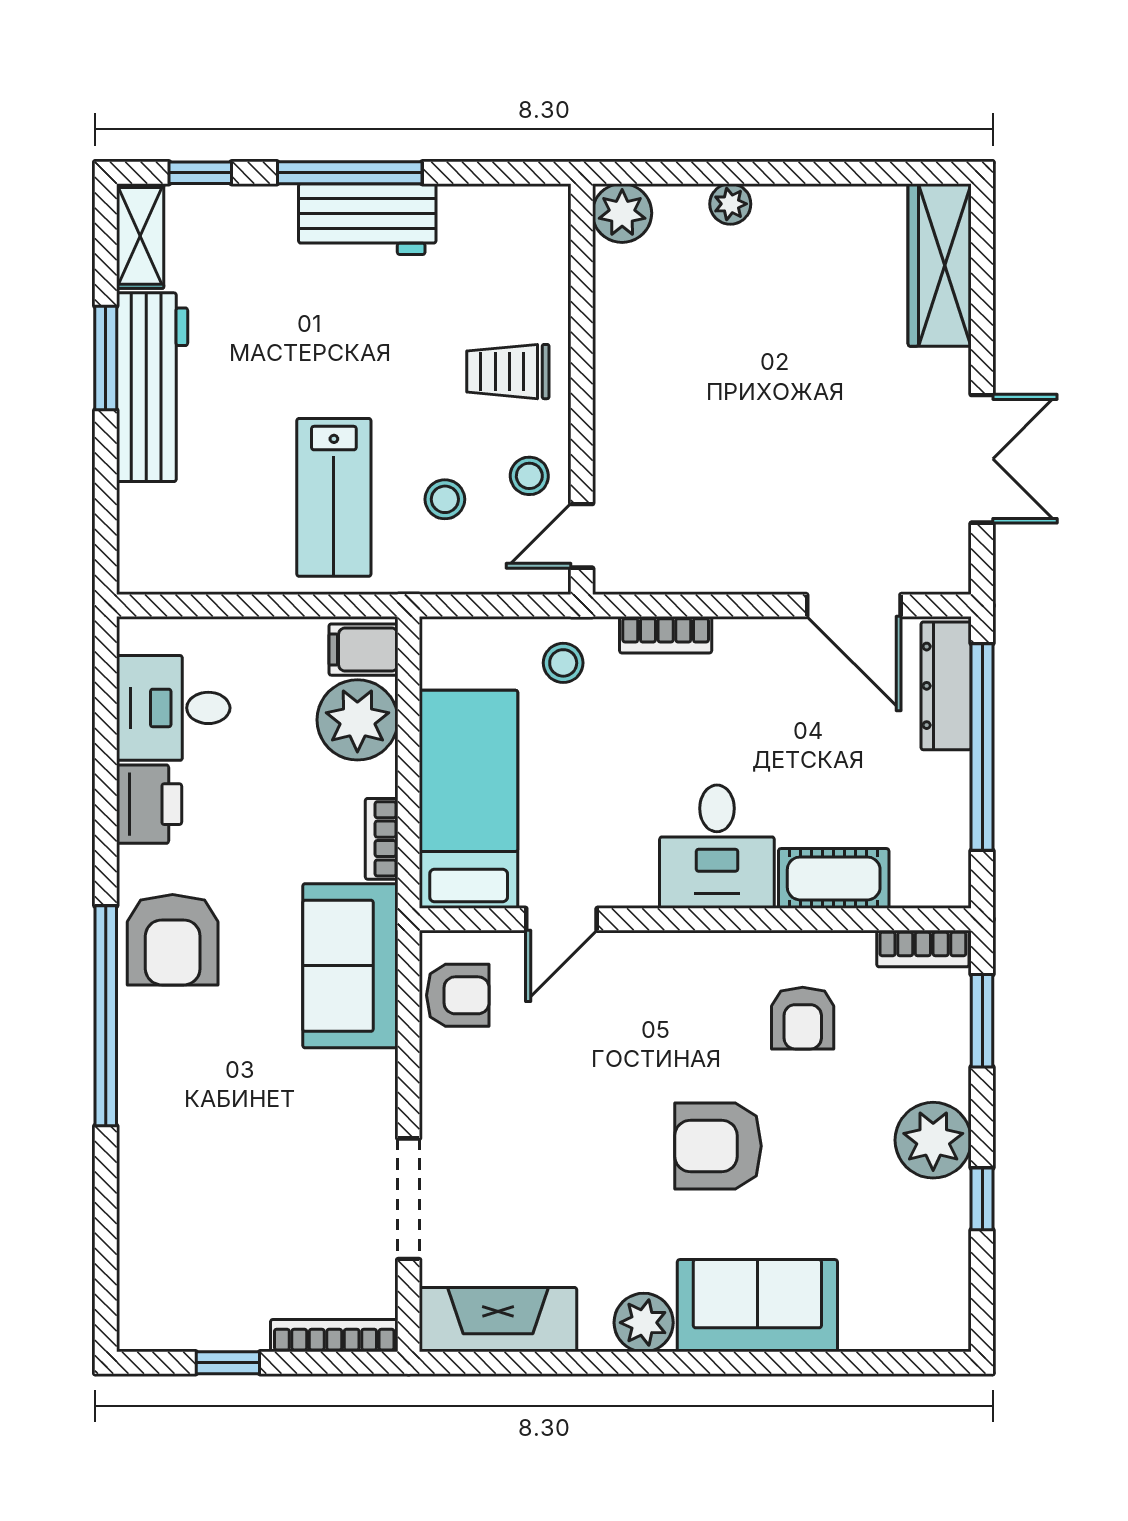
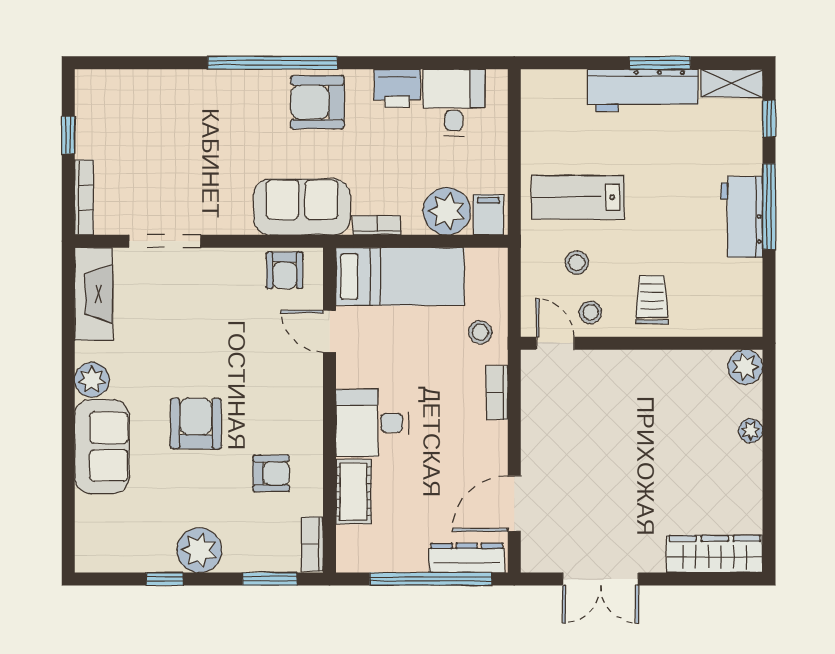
armchair: (803, 1018) -> (271, 473), turned 180

